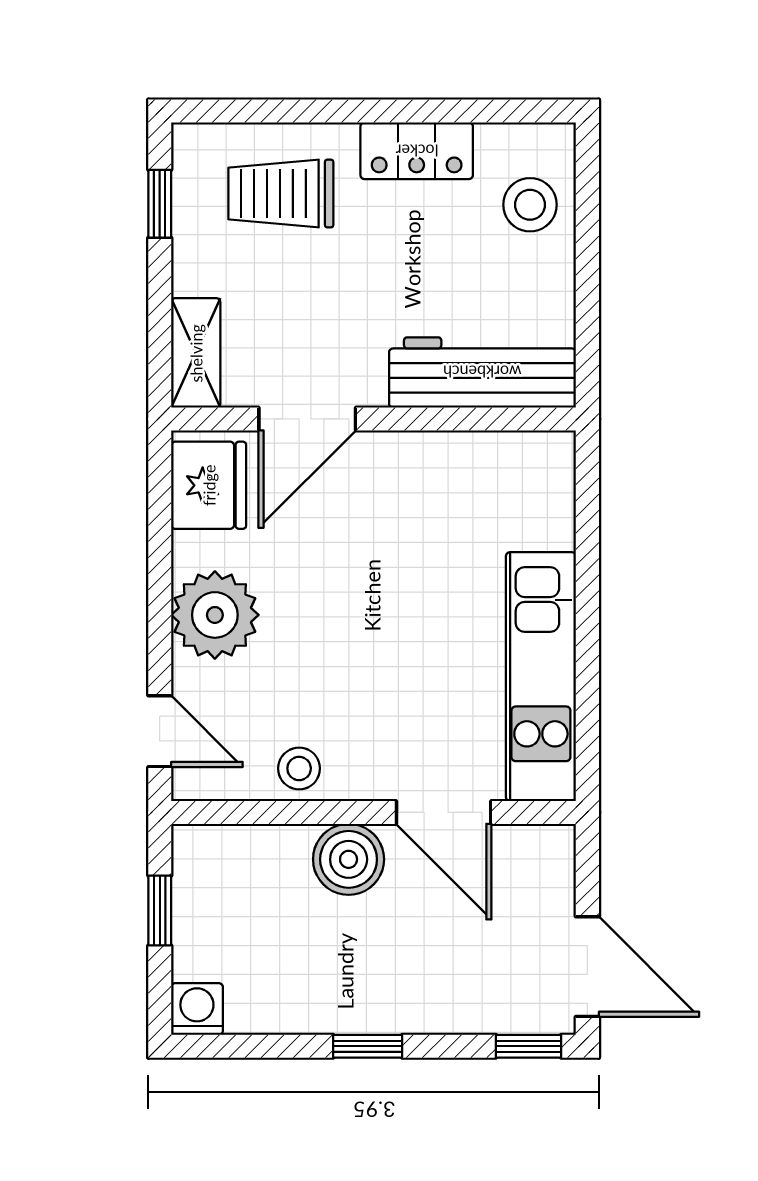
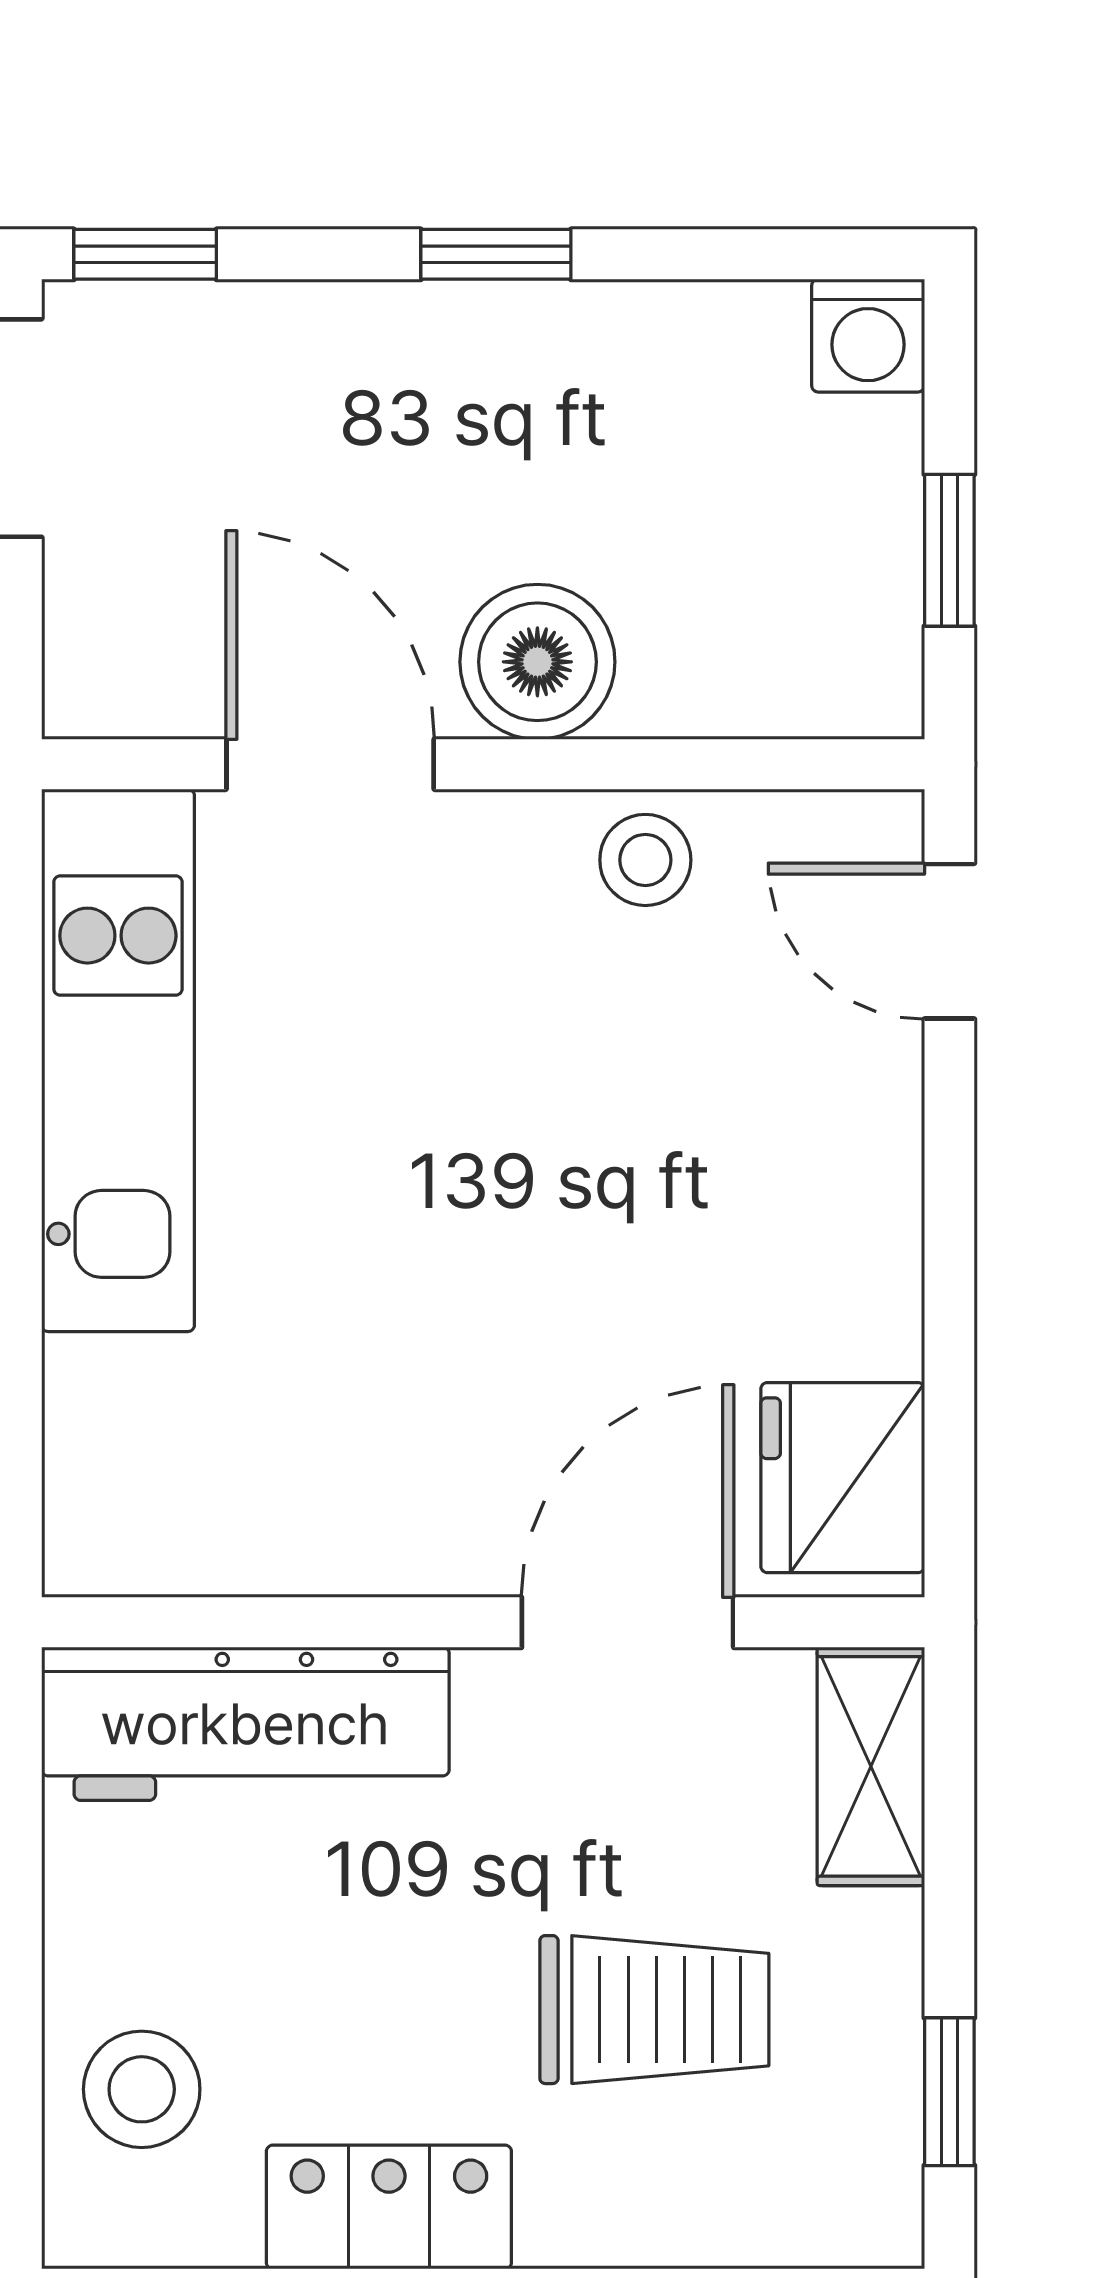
trolley: (281, 193) -> (654, 2010), moved
plant: (215, 615) -> (829, 1195), removed

